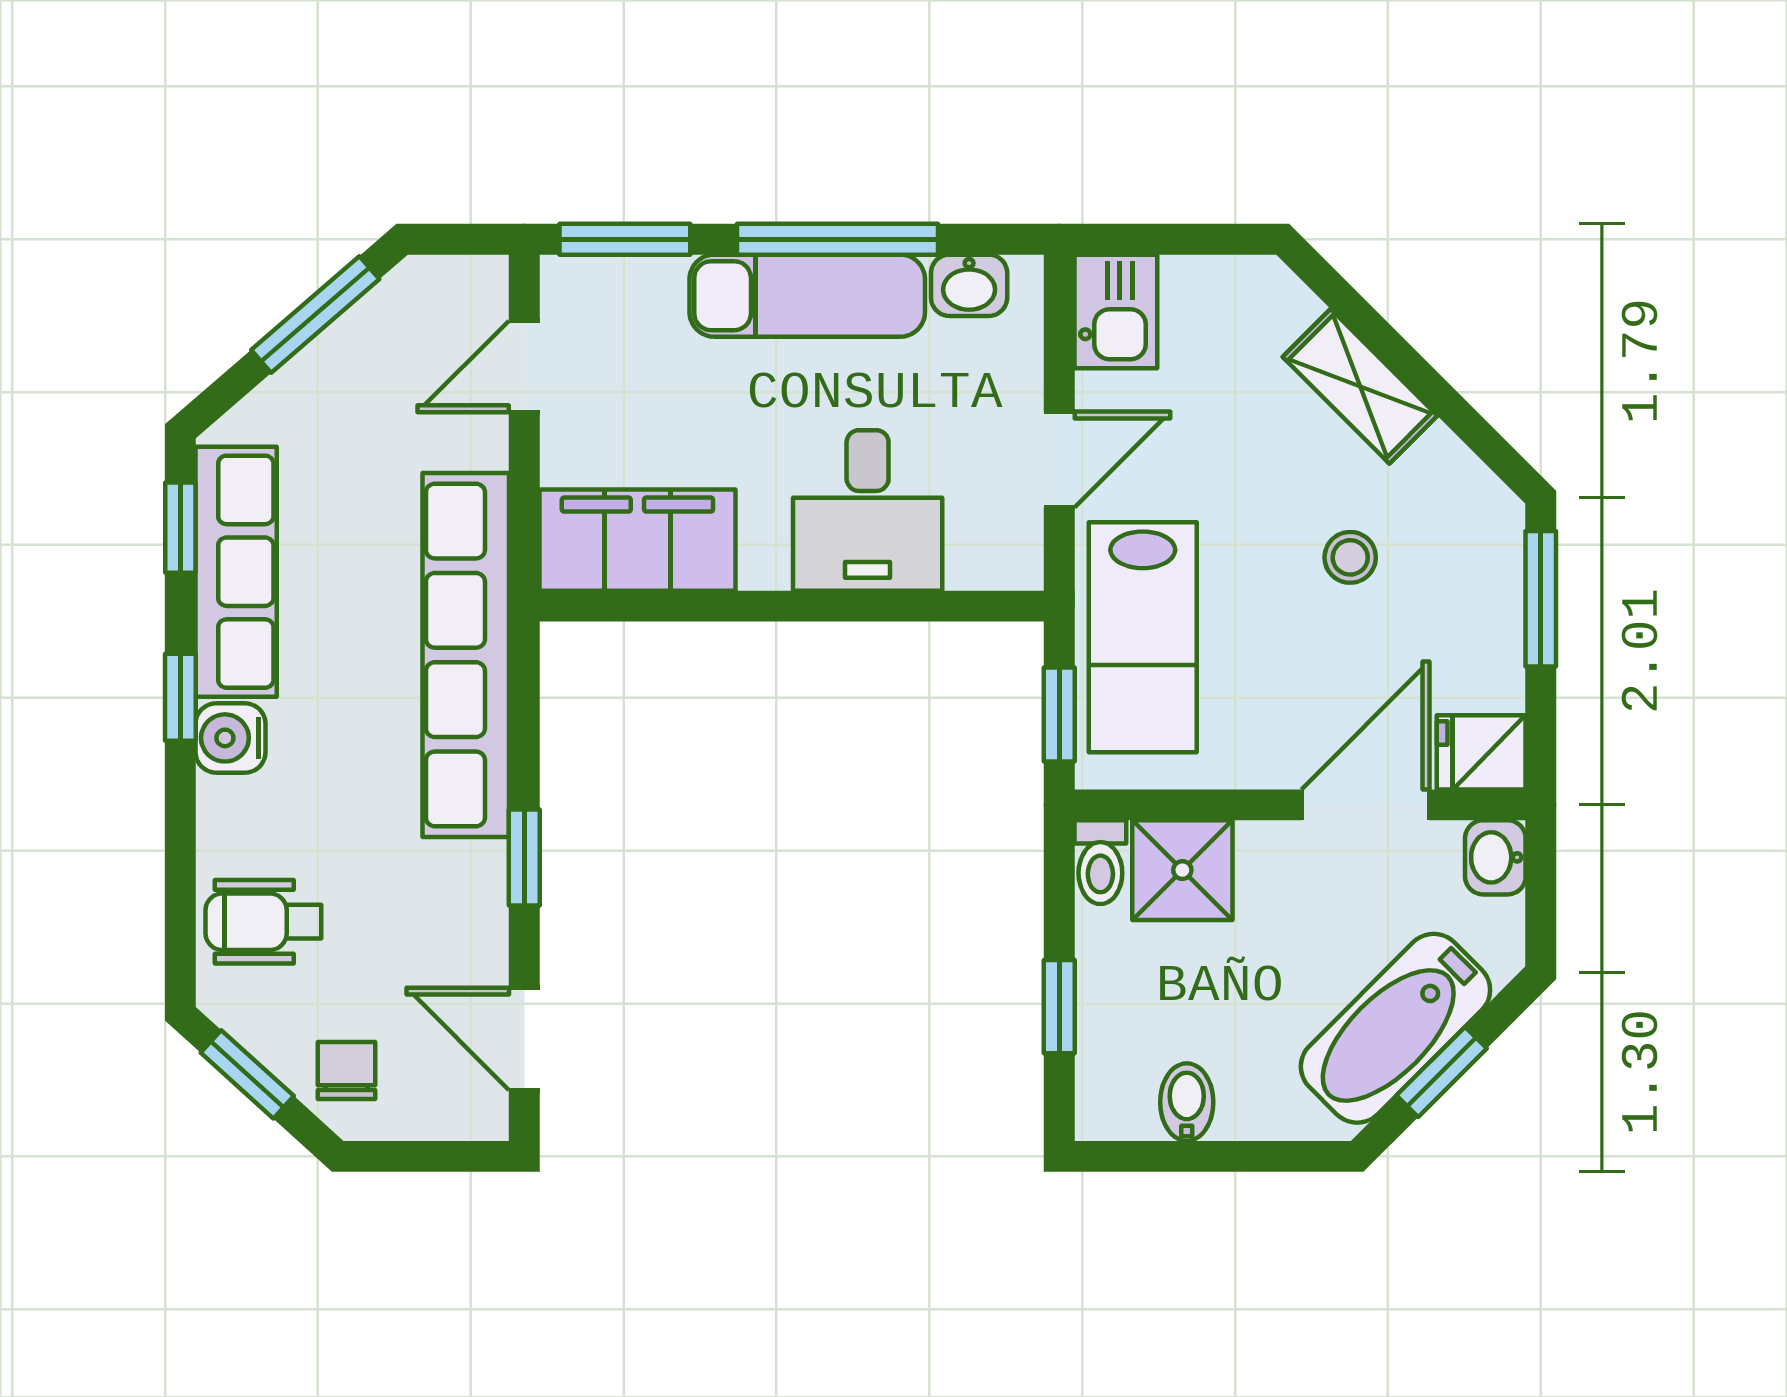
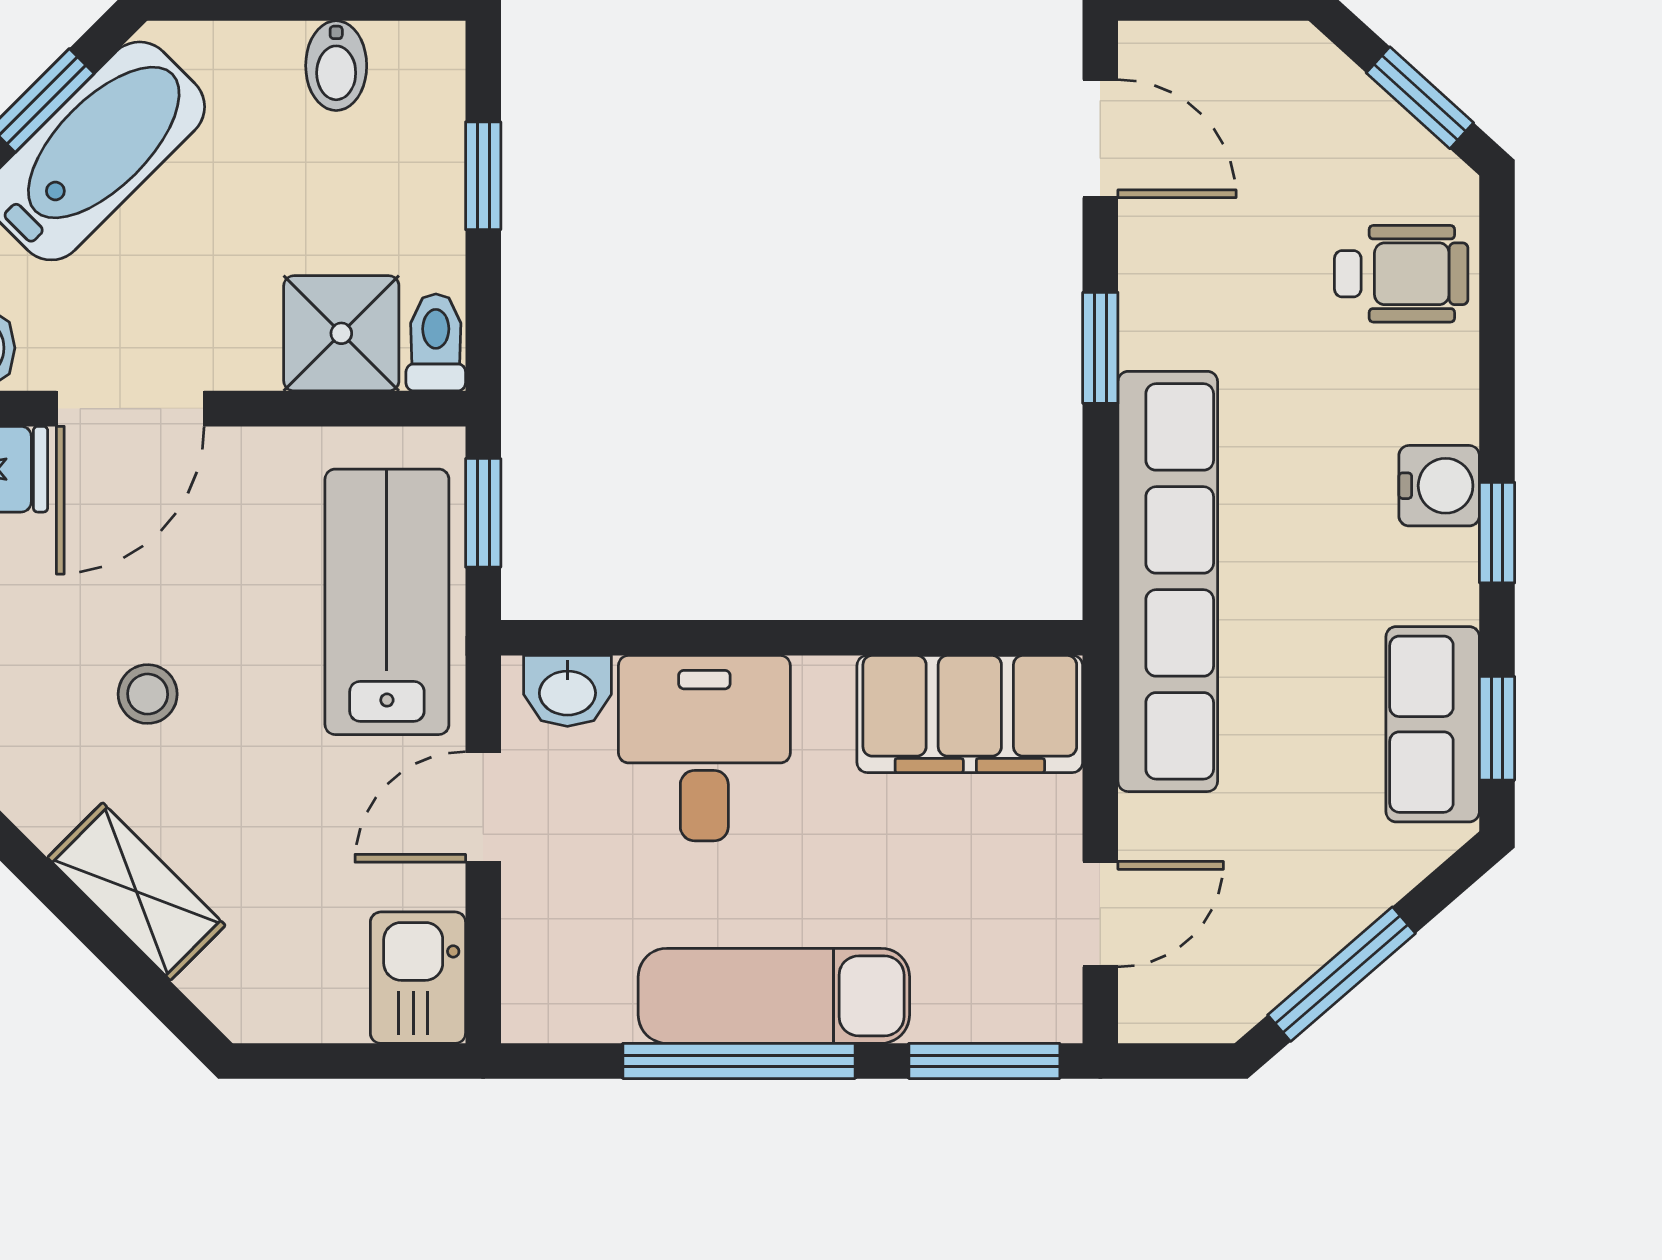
washbasin: (969, 285) -> (567, 691), moved, turned 180
row of seats: (236, 572) -> (1433, 724), width x0.68
chair: (347, 1070) -> (1305, 102), removed

